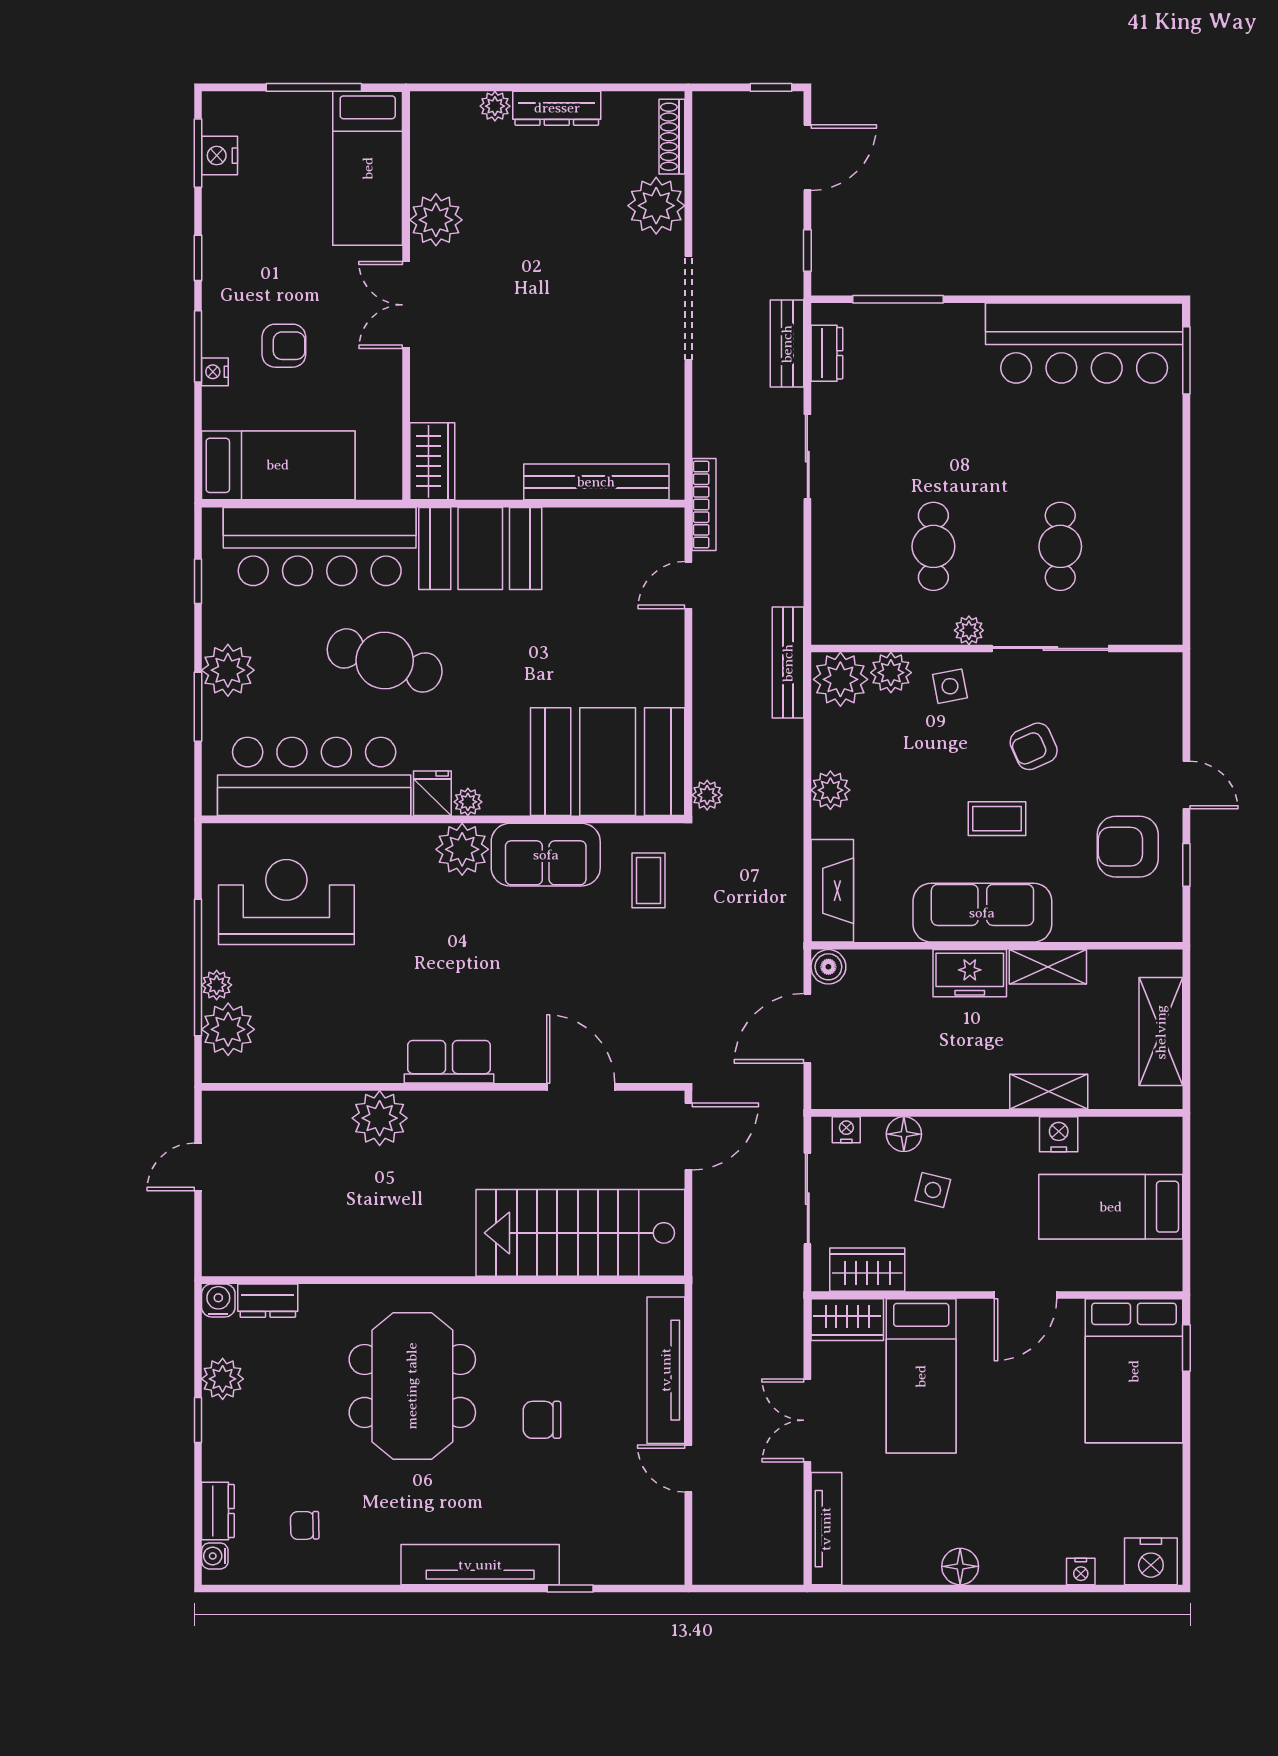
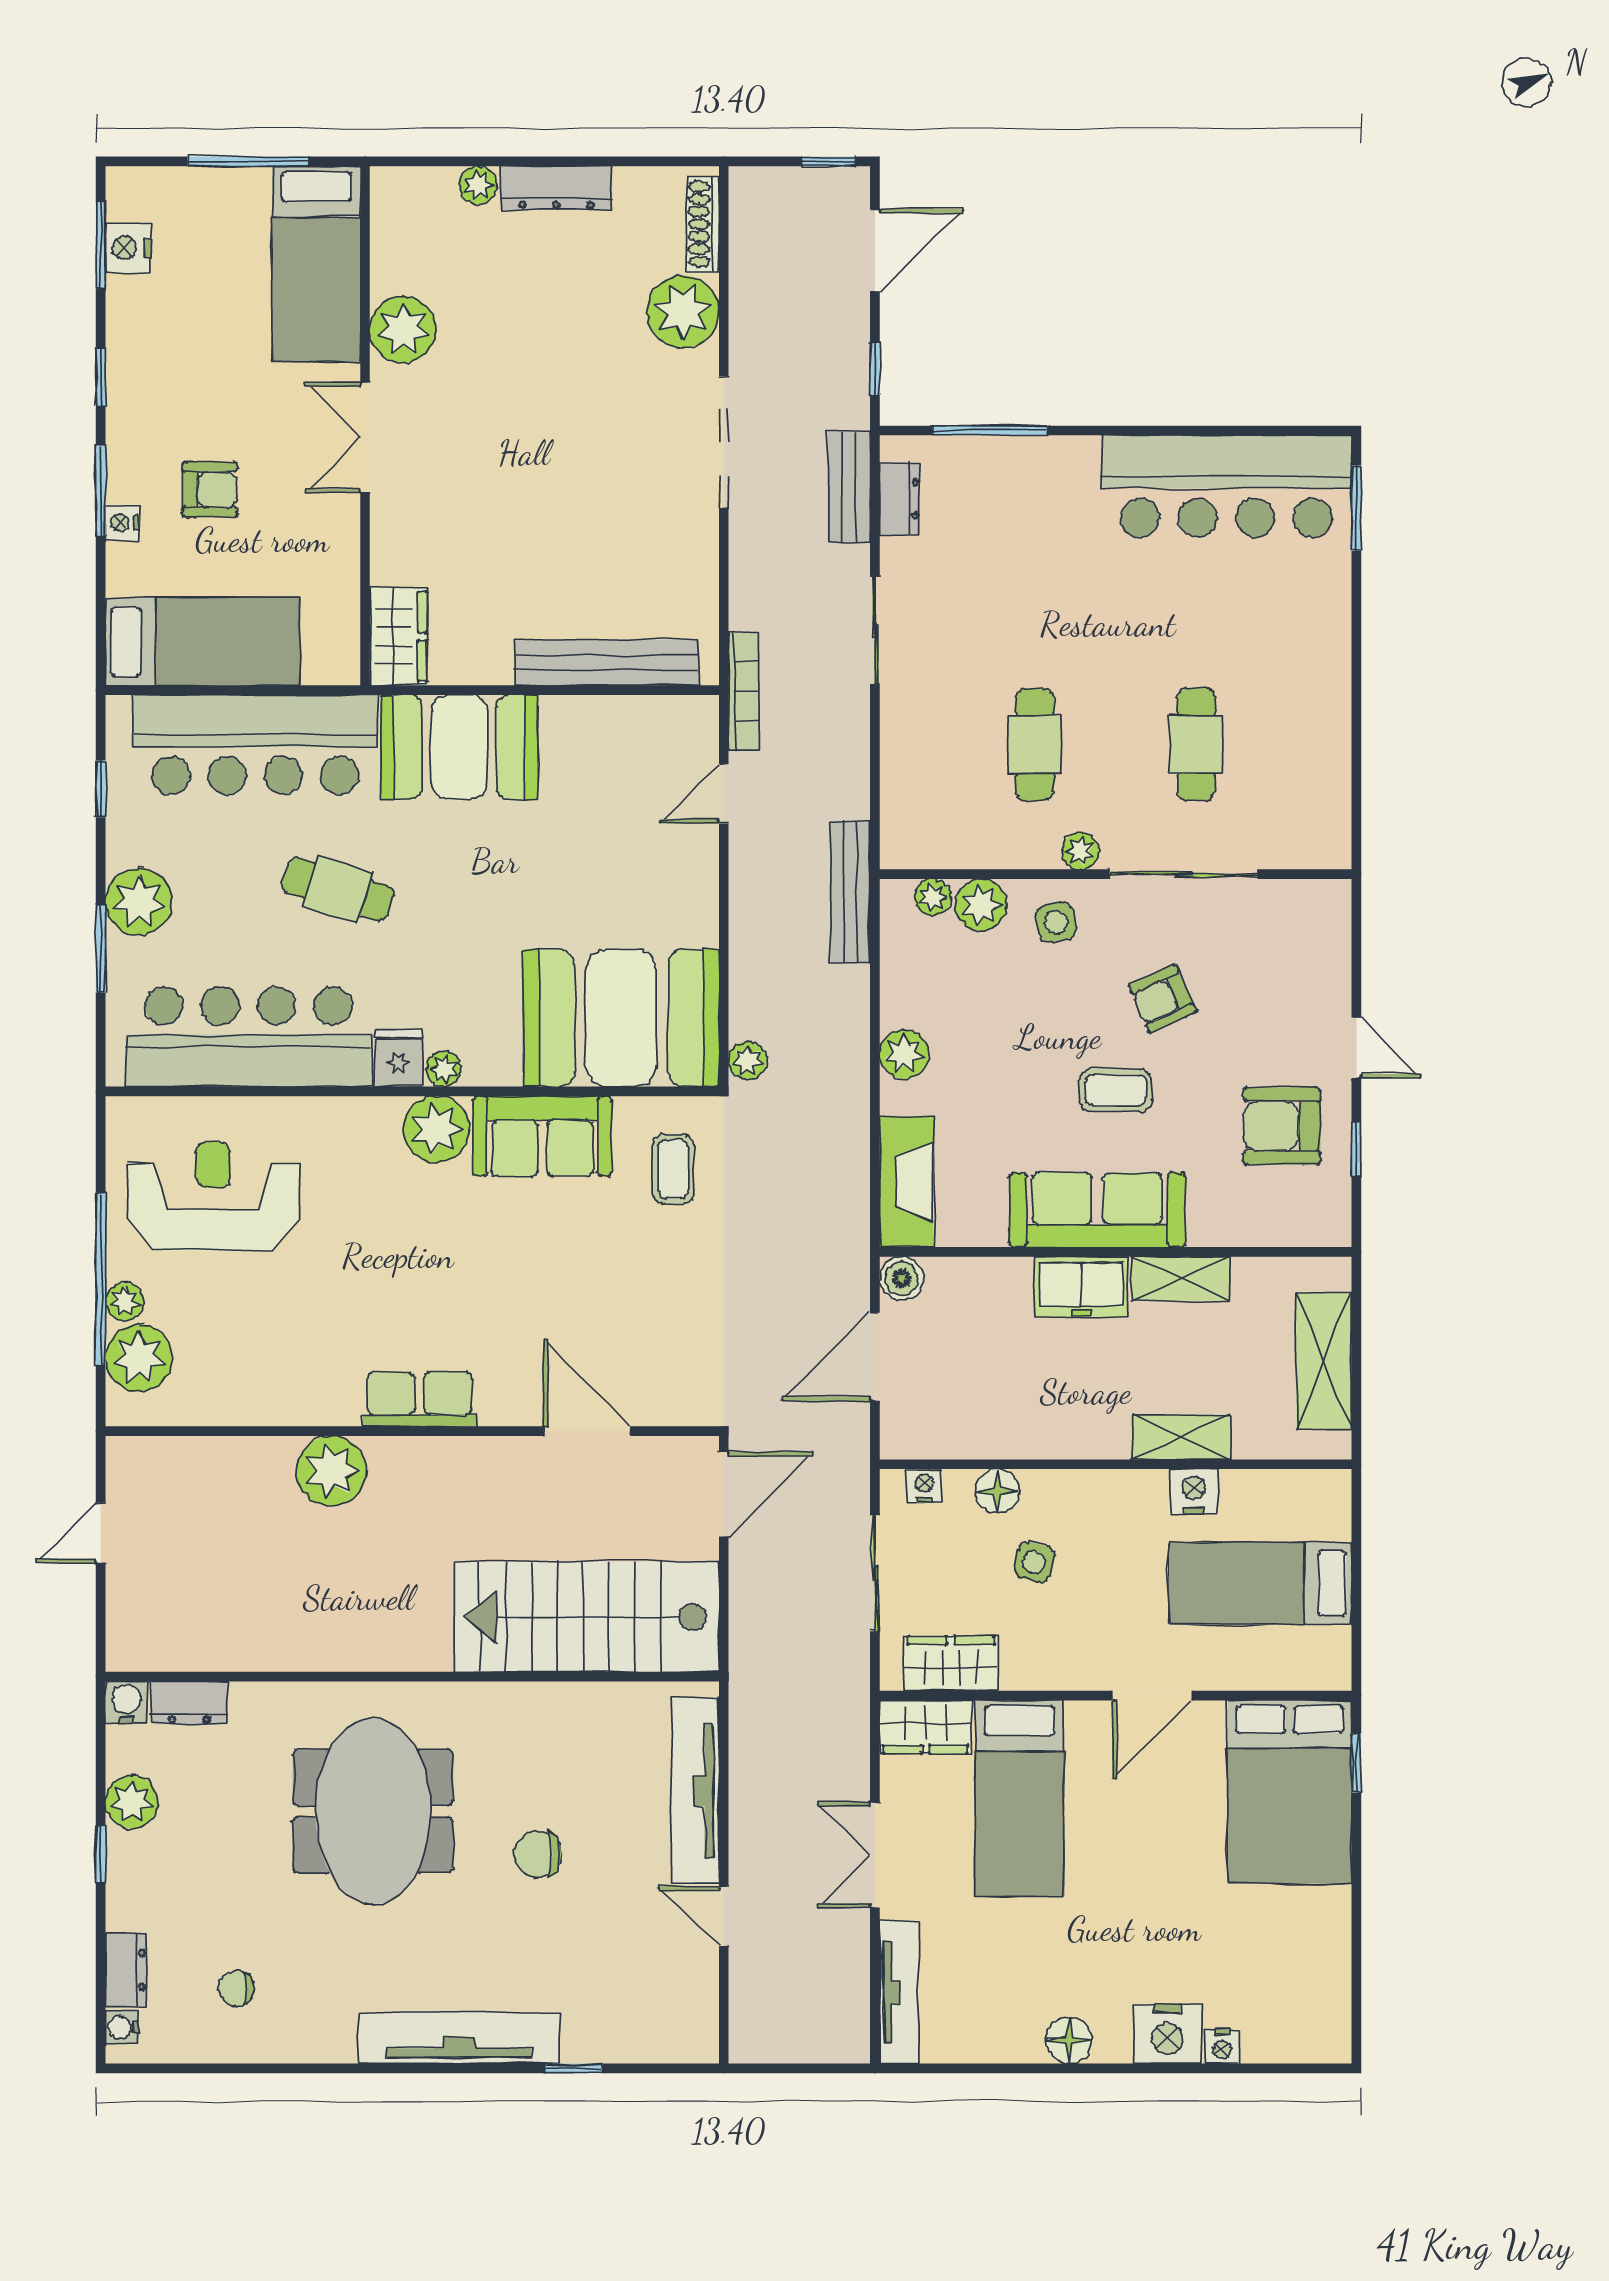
cafe table: (385, 660) -> (338, 889), width x0.73, depth x0.74
plant: (840, 679) -> (933, 897), width x0.53, depth x0.53
nightstand: (1151, 1561) -> (1167, 2034), moved

